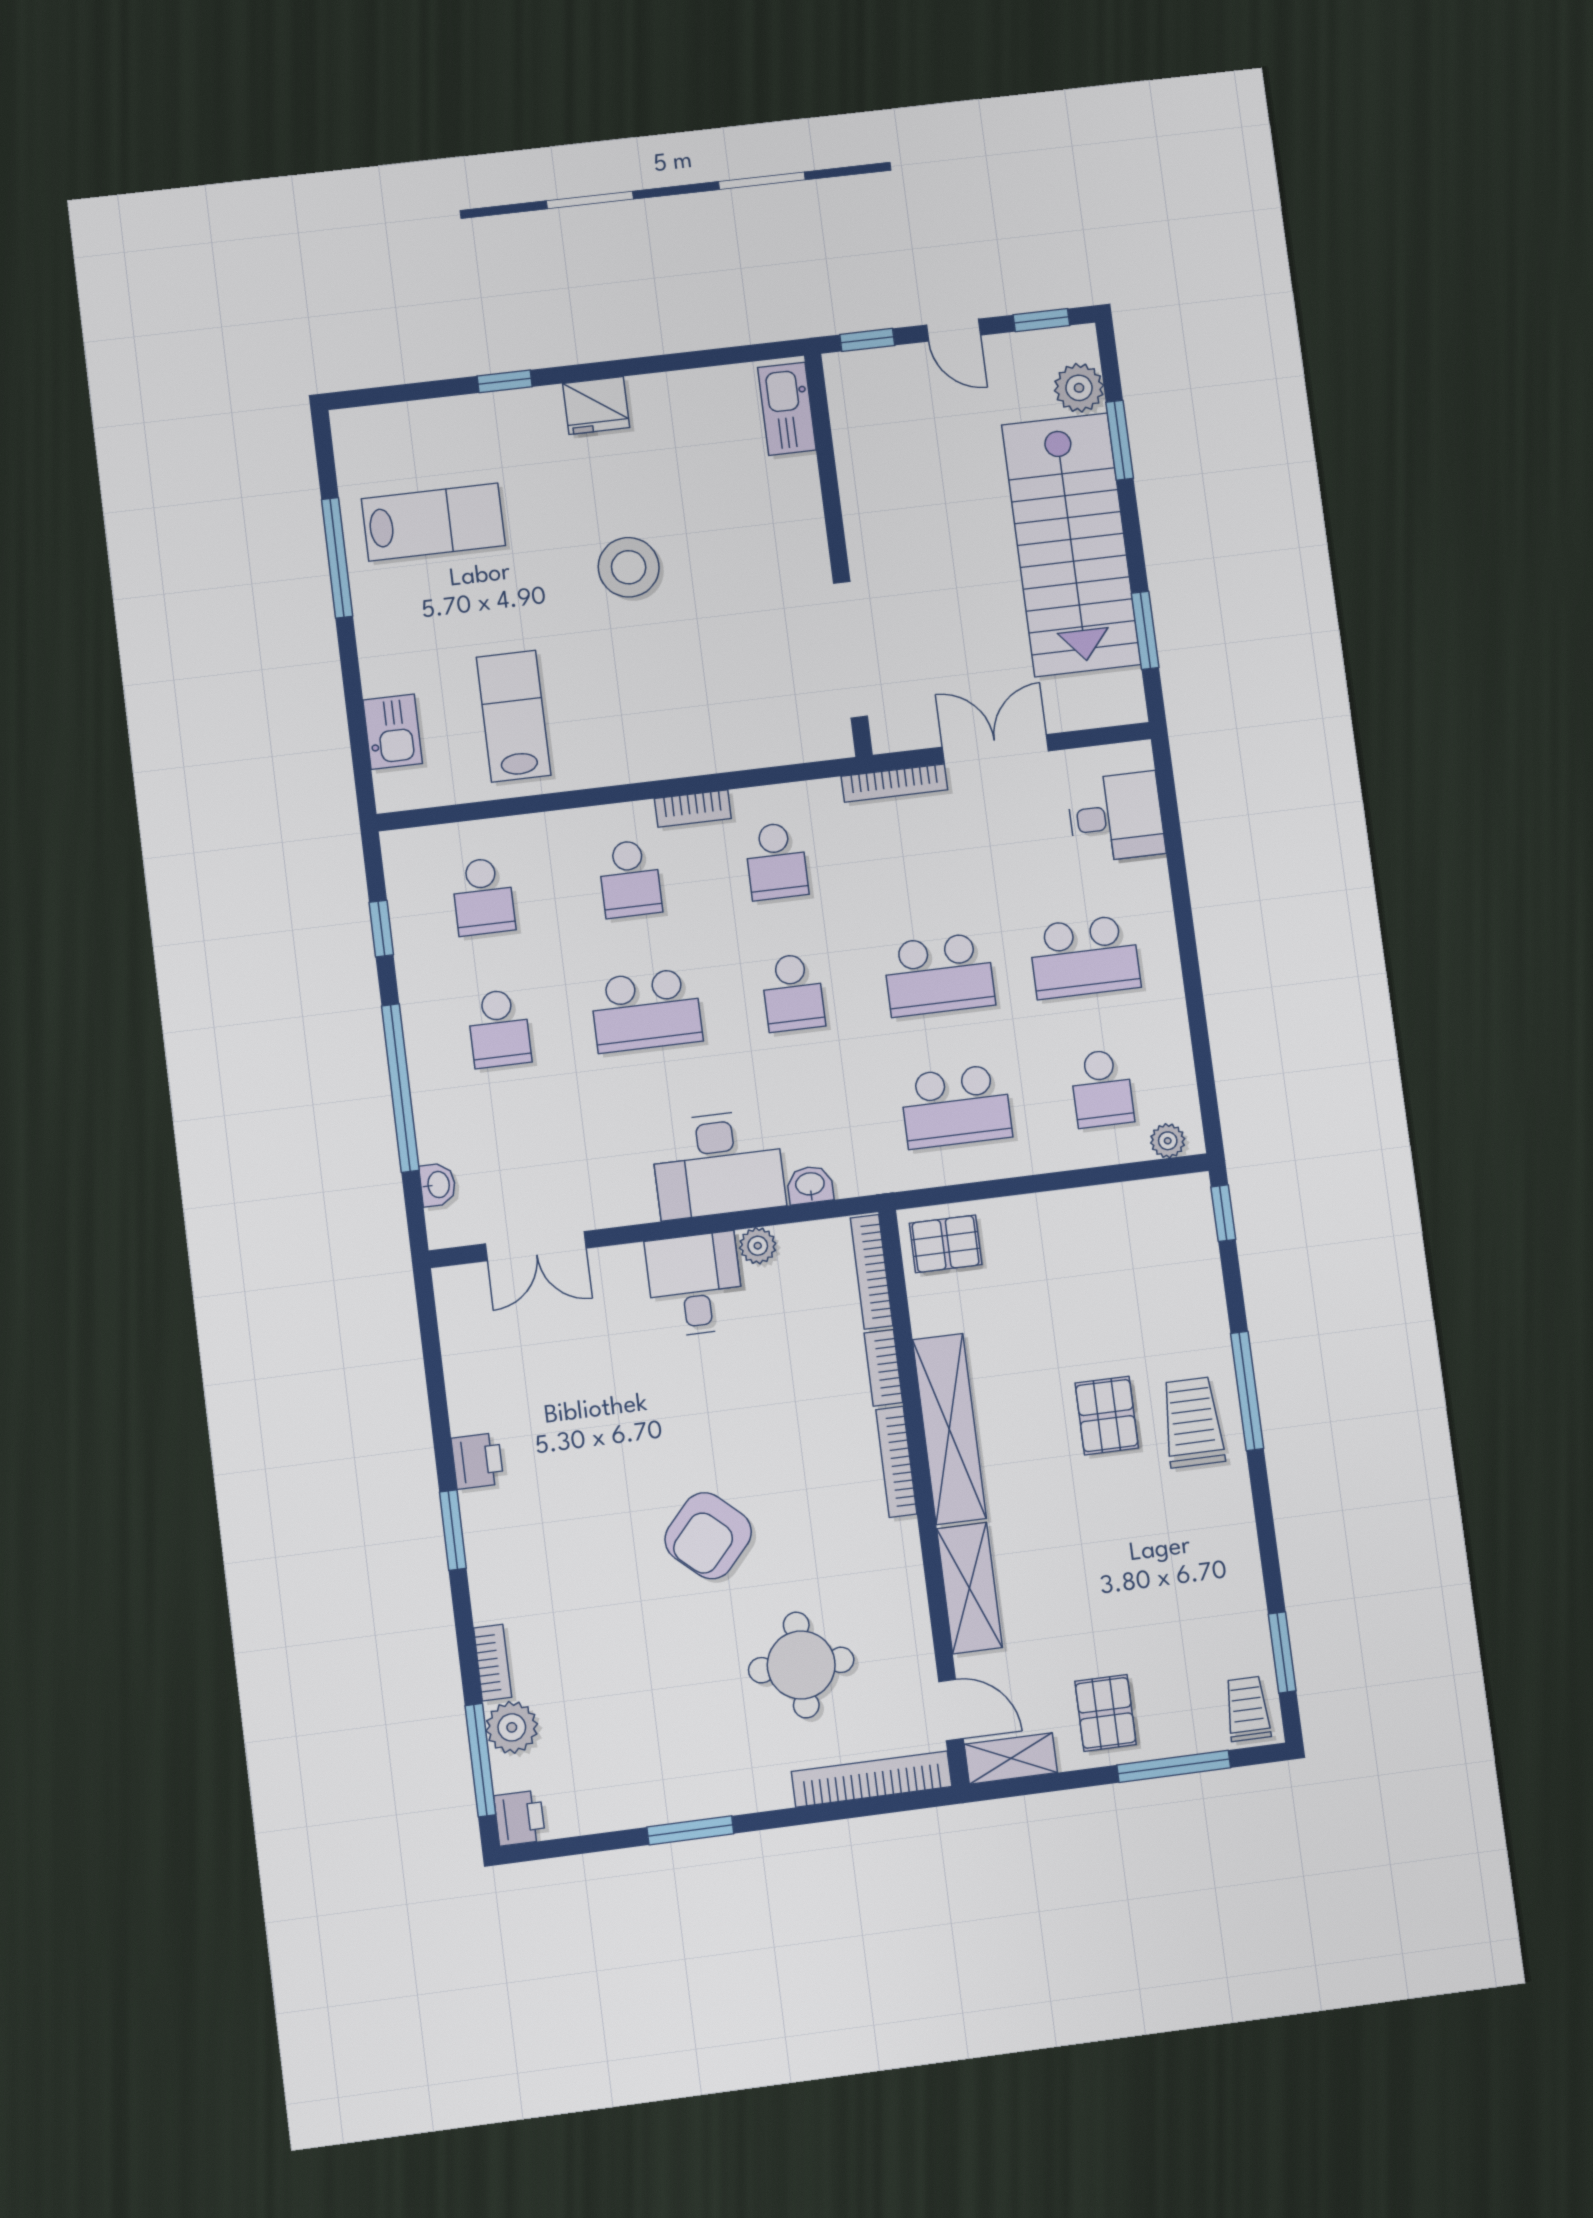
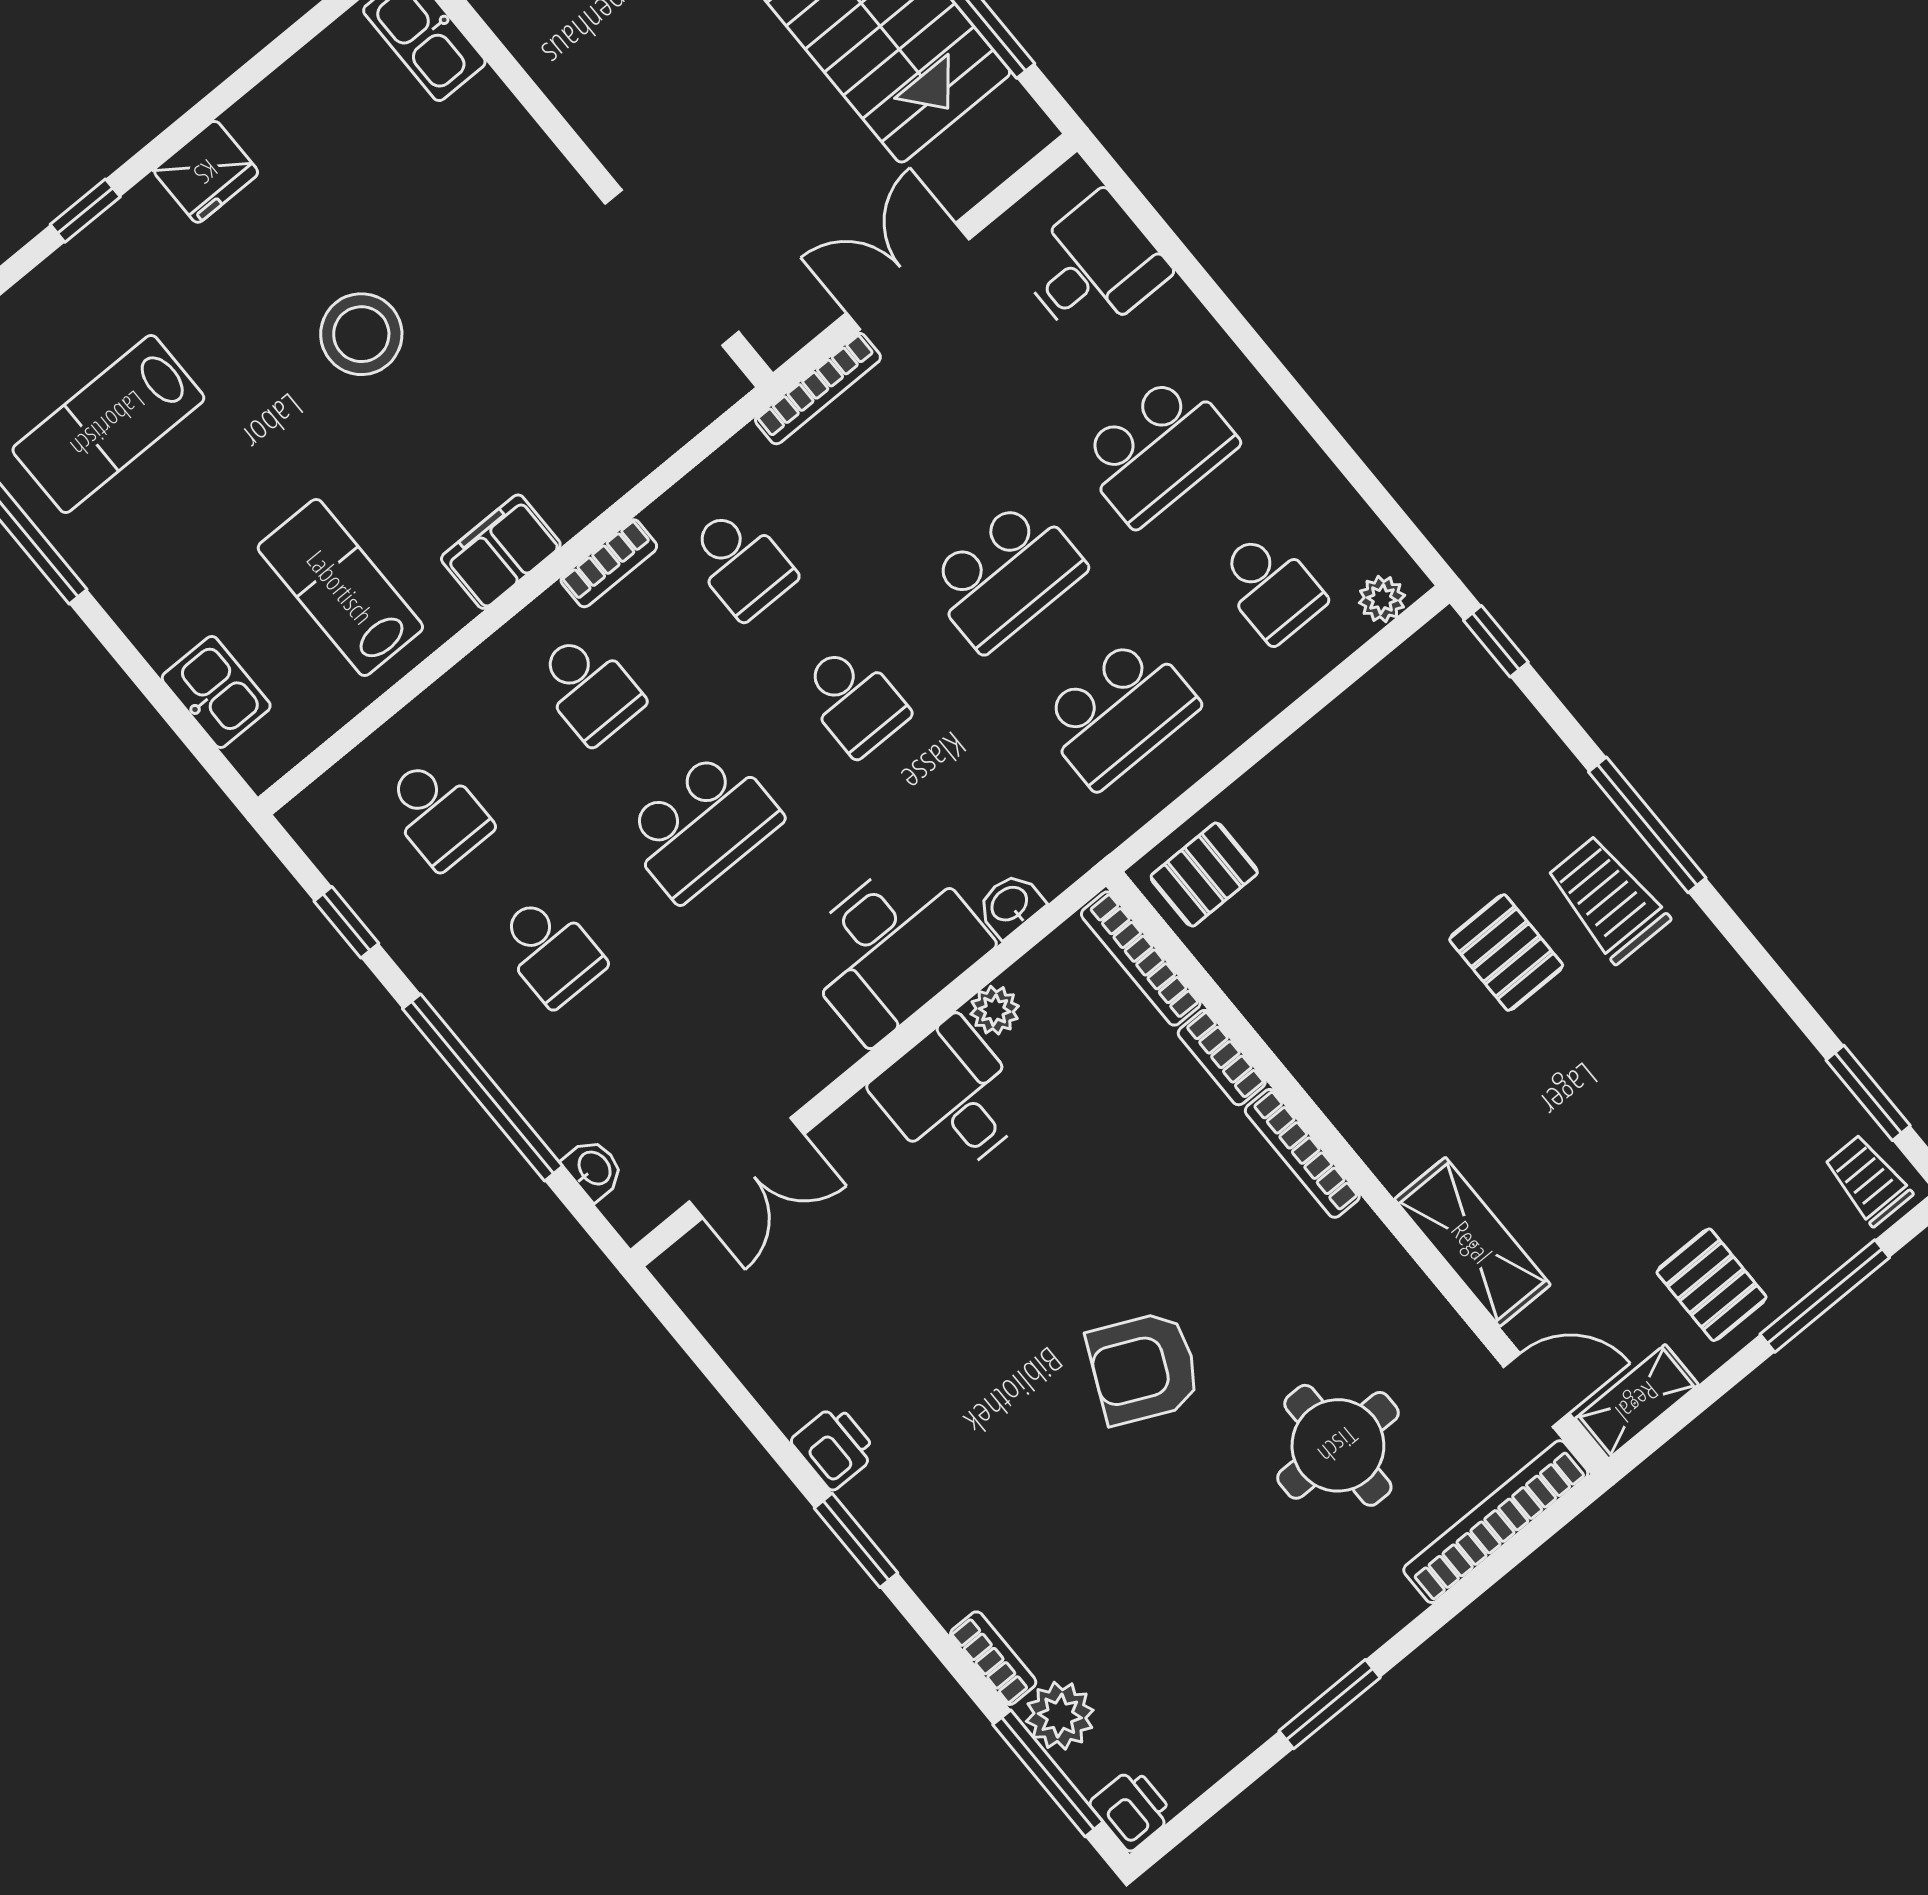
lab bench: (433, 522) -> (108, 424), turned 180
filing cabinet: (629, 758) -> (501, 552), added
shelving: (949, 1429) -> (1339, 1079), removed
armchair: (708, 1536) -> (1144, 1368), turned 73

